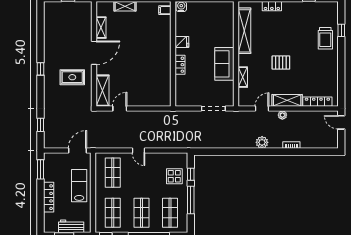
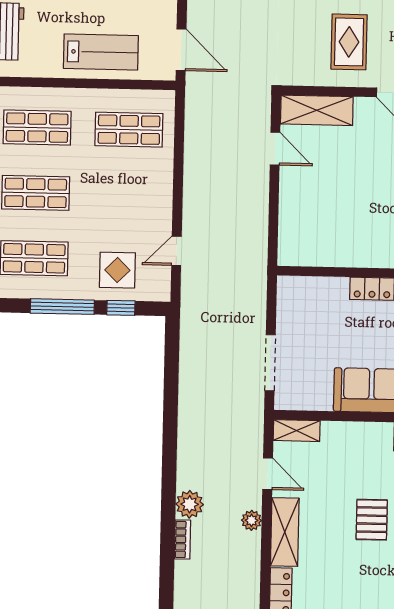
shelving: (243, 77) -> (297, 431), moved
plant: (262, 142) -> (190, 504), moved
door: (138, 151) -> (176, 251), moved

